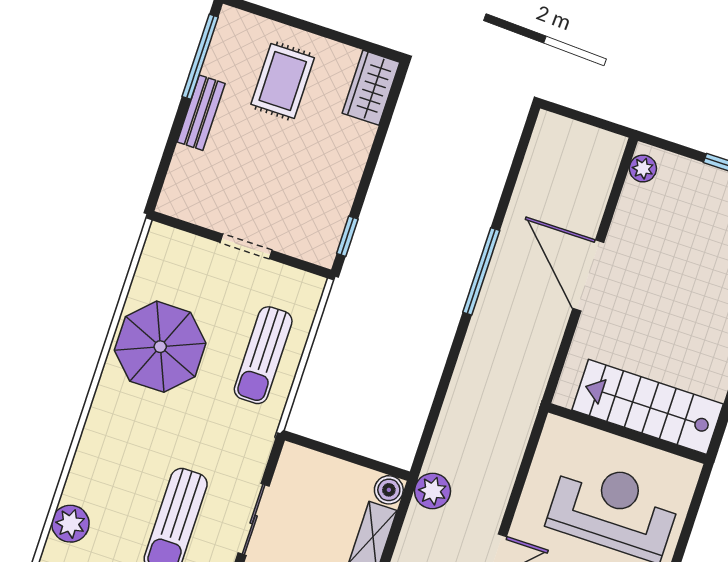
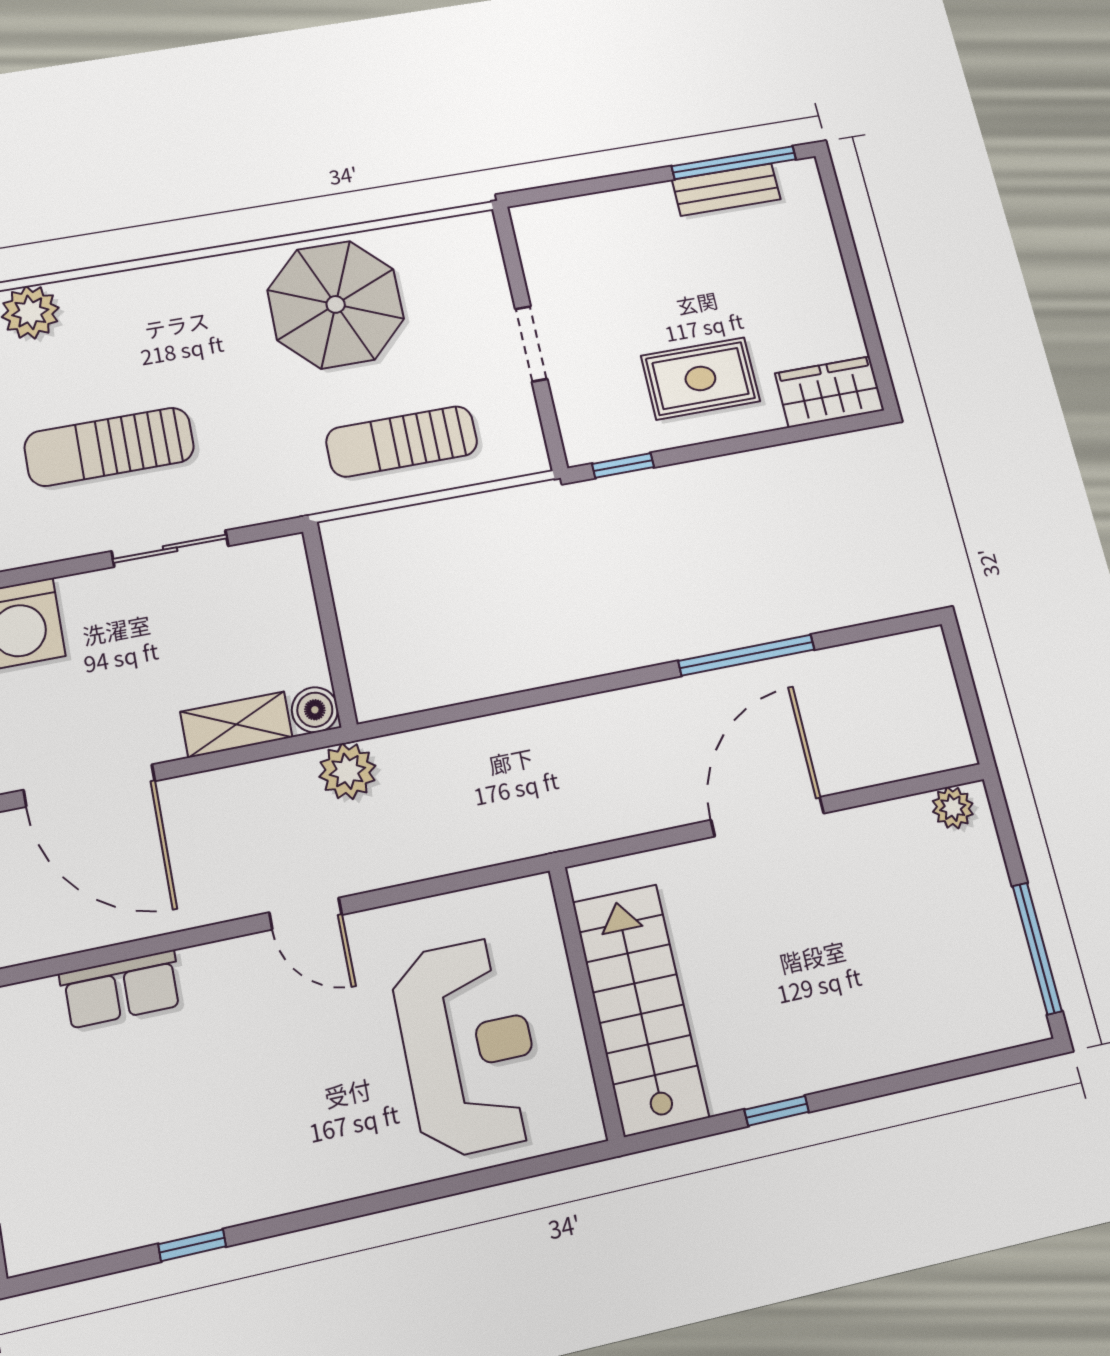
rug: (283, 81) -> (700, 378), moved
bench: (201, 113) -> (726, 190), moved
window: (481, 271) -> (746, 655), moved

